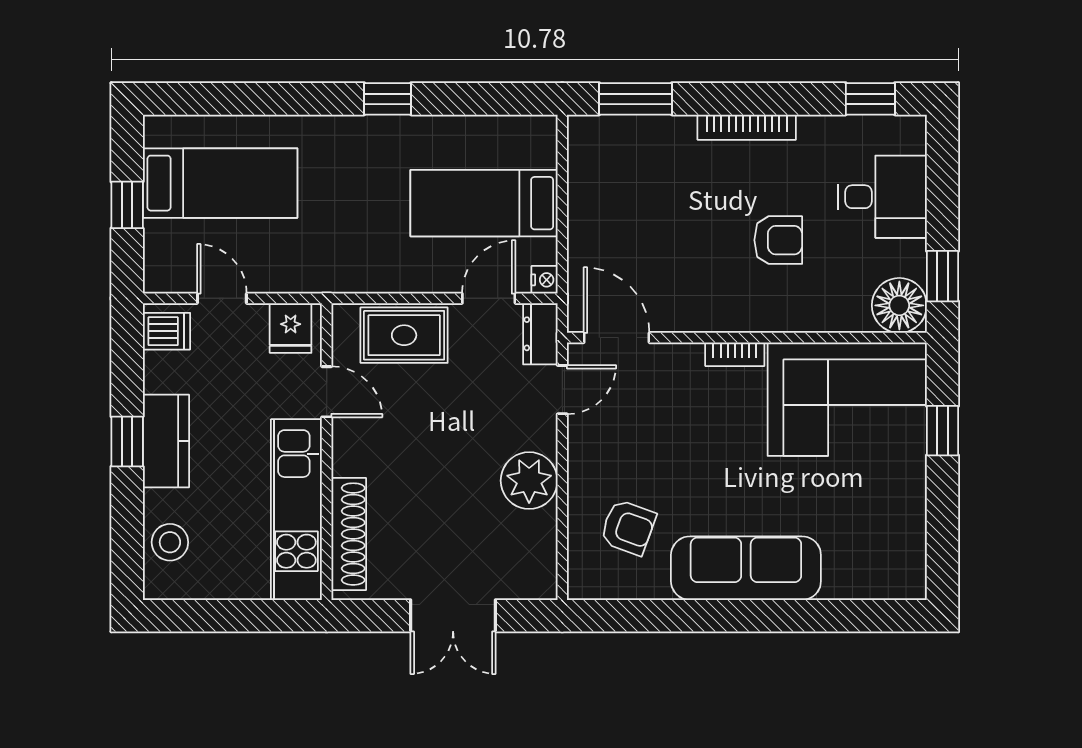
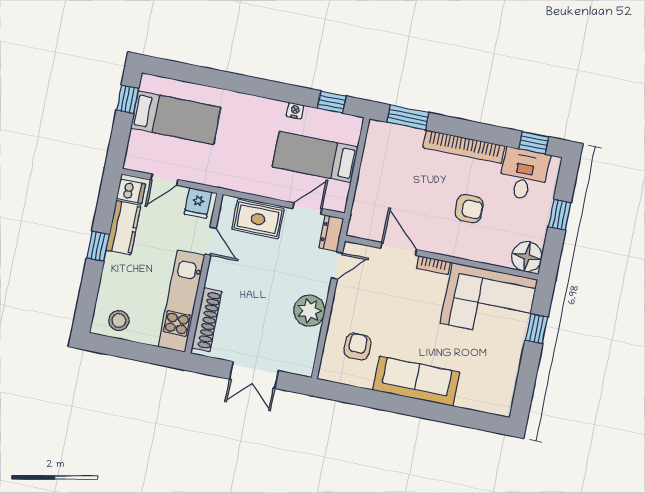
window: (388, 99) -> (332, 102), moved
bookcase: (747, 127) -> (464, 147), width x1.48, depth x1.31
desk: (882, 197) -> (524, 174), moved, turned -90
window: (127, 205) -> (128, 99), moved
window: (942, 276) -> (560, 215), moved
nightstand: (544, 280) -> (295, 111), moved, turned -90
door: (222, 298) -> (164, 180), swing flipped
door: (617, 338) -> (399, 249), moved
kitchen counter: (166, 441) -> (123, 228), moved
armchair: (628, 527) -> (357, 347), turned -110
stool: (170, 542) -> (119, 321), moved

